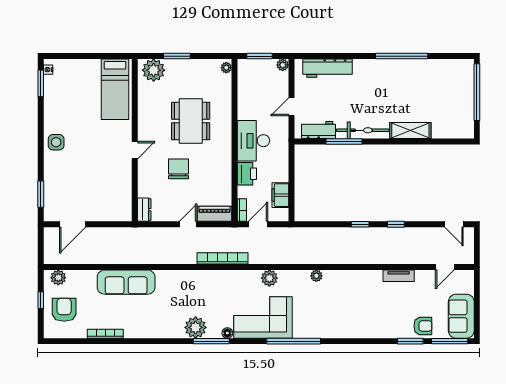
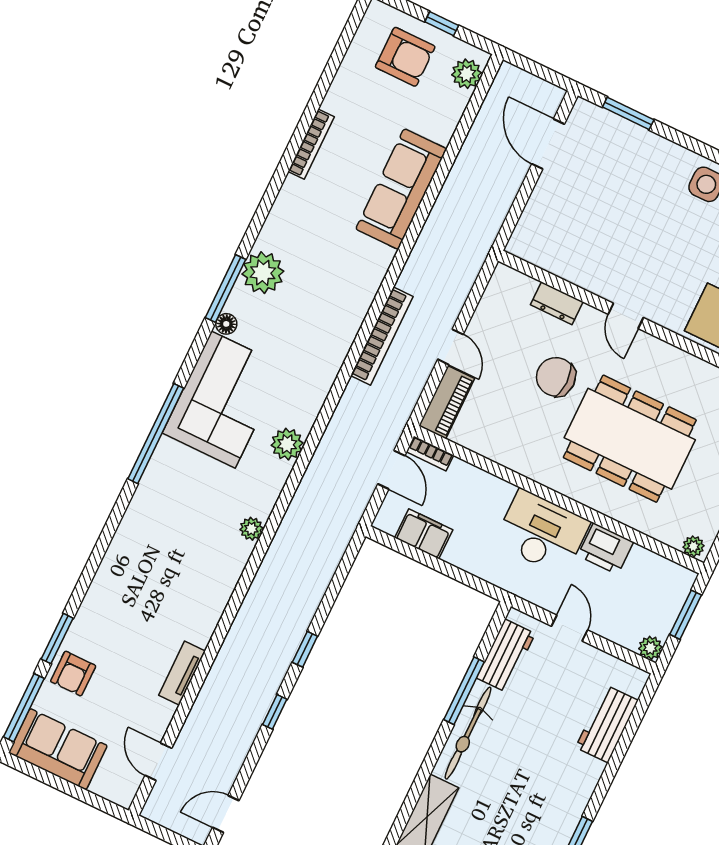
workbench: (328, 68) -> (607, 724), width x0.73
dining table: (191, 121) -> (630, 439), width x1.36, depth x1.24
chair: (179, 169) -> (556, 377), turned 180
printer: (247, 174) -> (606, 549), moved
dresser: (144, 210) -> (557, 303), moved
bookcase: (223, 258) -> (382, 336), moved
bookcase: (105, 334) -> (311, 144), moved

